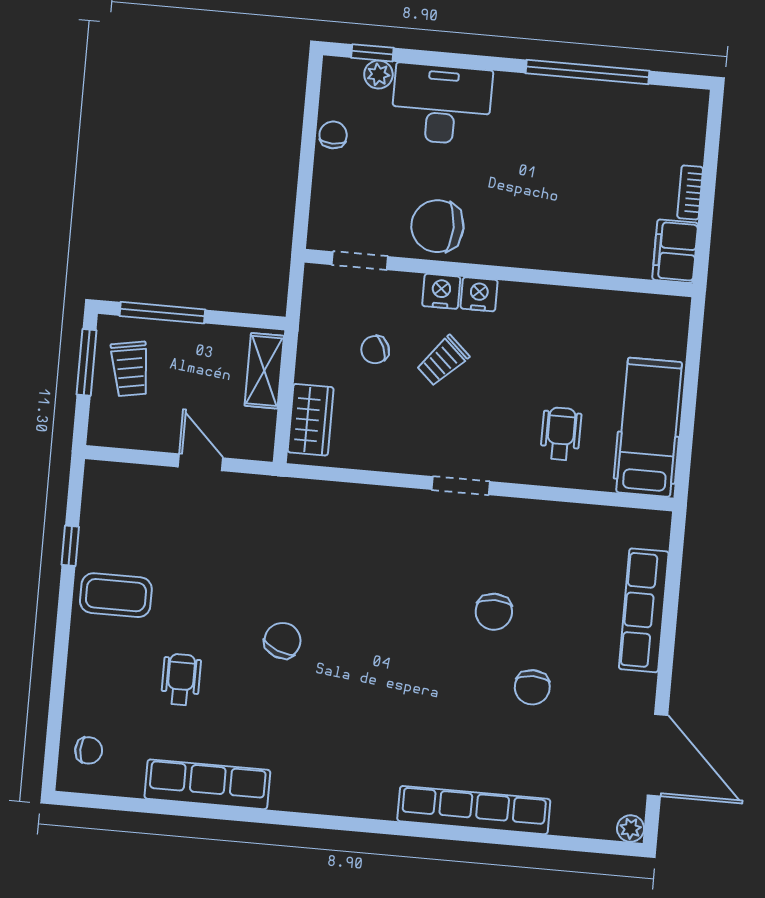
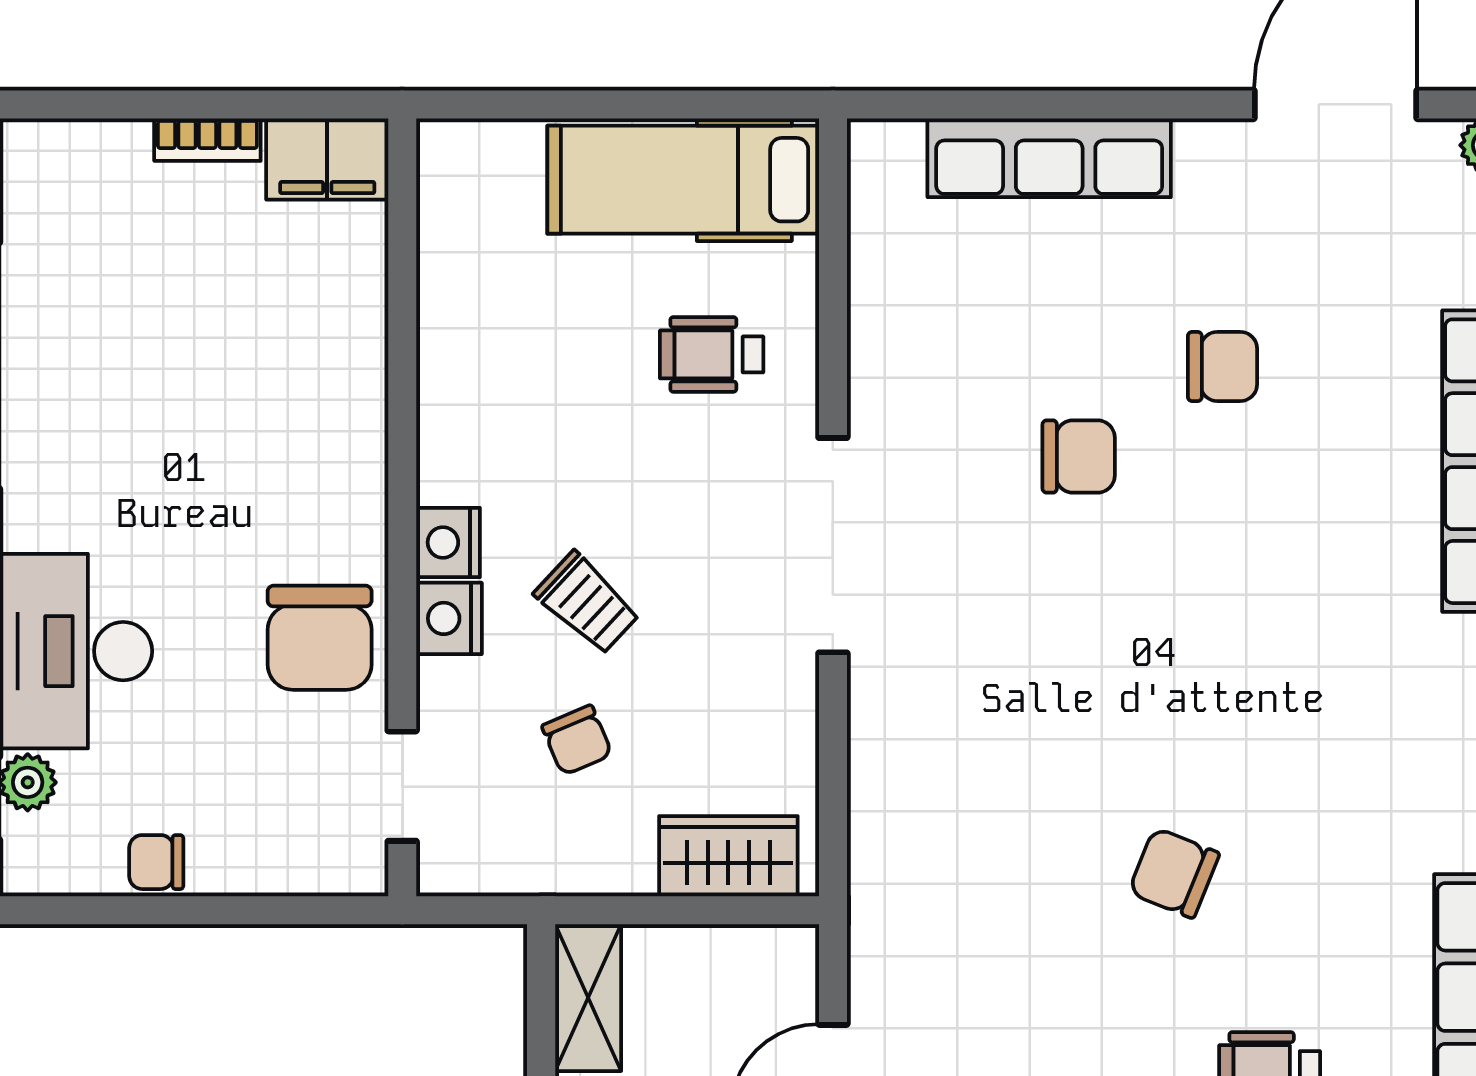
shelving: (264, 371) -> (588, 998), moved, turned 90
doorway: (461, 486) -> (833, 545), width x1.88

